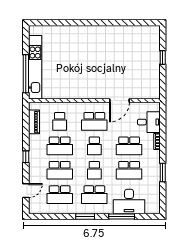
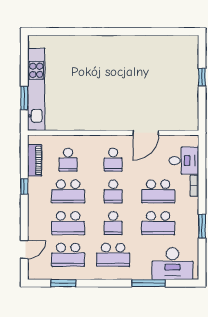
window: (26, 74) -> (24, 98), width x0.47
school desk: (94, 121) -> (113, 160), width x0.54
window: (26, 157) -> (24, 186), moved
desk: (129, 202) -> (172, 264), moved
window: (85, 217) -> (63, 283), moved

